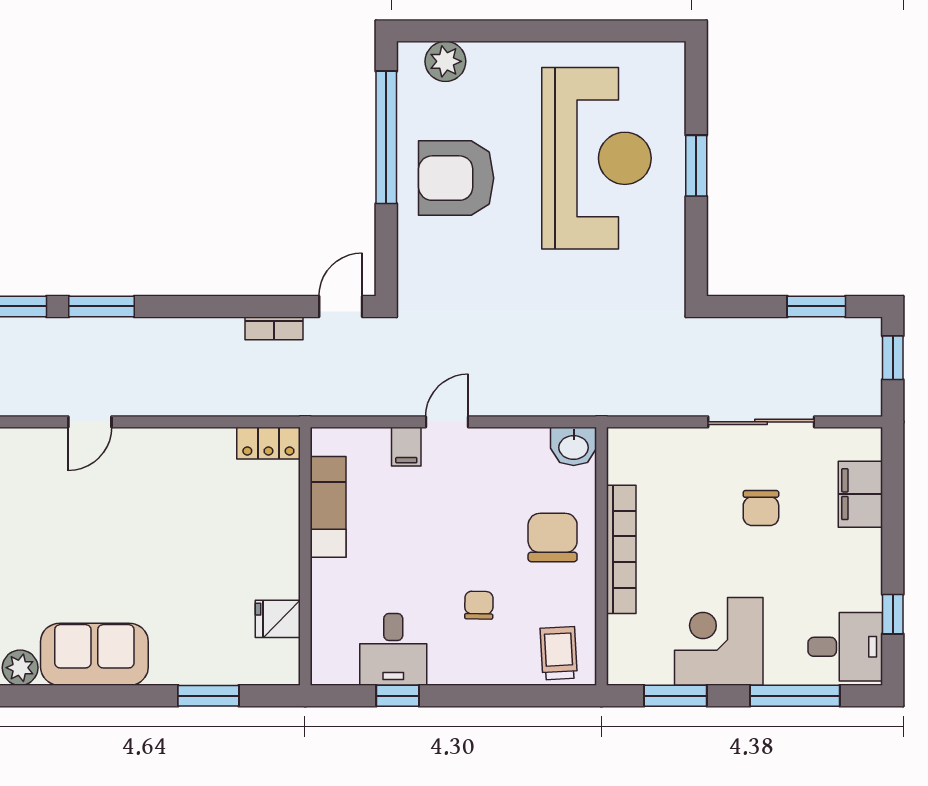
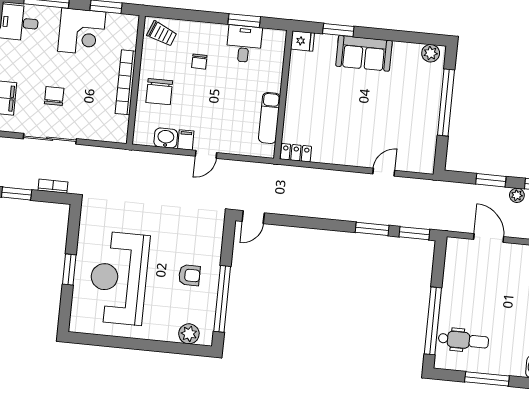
armchair: (456, 178) -> (189, 275), width x0.53, depth x0.53
bookcase: (274, 328) -> (53, 186), moved
washbasin: (574, 446) -> (166, 138), moved
filing cabinet: (406, 447) -> (186, 140), moved
fridge: (278, 619) -> (302, 41), moved
trolley: (559, 653) -> (162, 34), turned -65
sofa: (94, 654) -> (364, 53), moved
window: (398, 696) -> (244, 21), width x1.50

